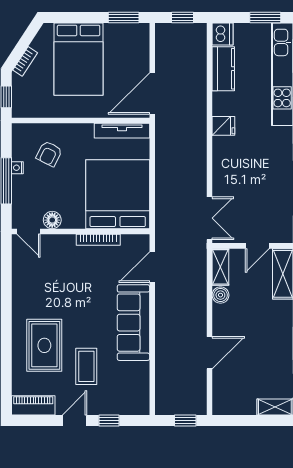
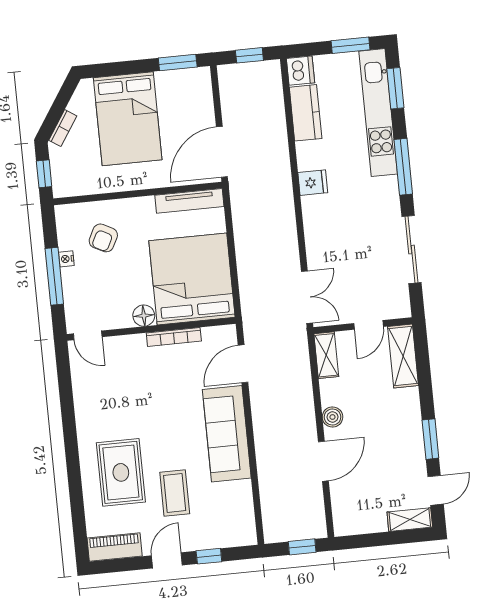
floor lamp: (52, 220) -> (144, 316), moved
boiler: (220, 295) -> (332, 417), moved

